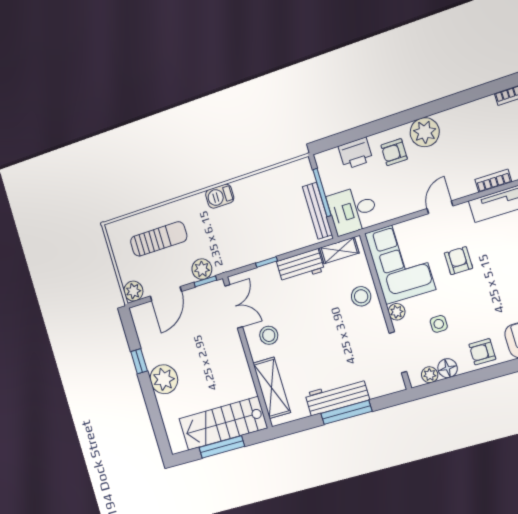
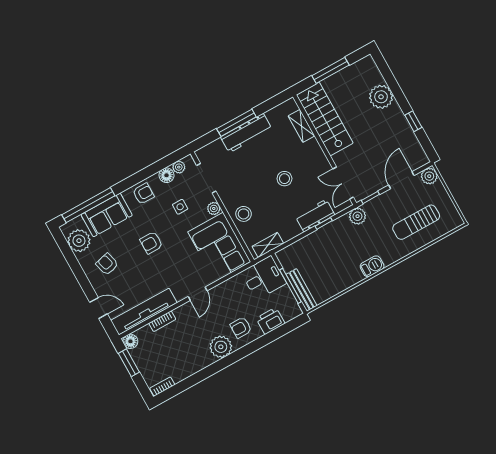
armchair: (394, 152) -> (241, 328), turned 180
bench: (317, 211) -> (302, 290), moved
armchair: (458, 261) -> (151, 243), moved, turned 90
workbench: (300, 266) -> (315, 216), moved
plant: (202, 269) -> (357, 216), moved
stool: (269, 335) -> (284, 179), moved
plant: (164, 379) -> (381, 97), moved
shelving: (272, 388) -> (301, 126), width x0.67, depth x0.75
stairs: (223, 423) -> (325, 119), moved, turned -90

